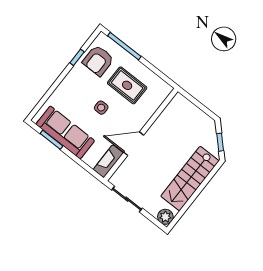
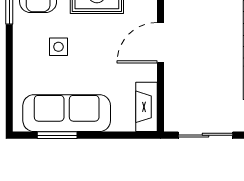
side table: (101, 108) -> (58, 47), moved
door: (134, 144) -> (161, 43), moved

